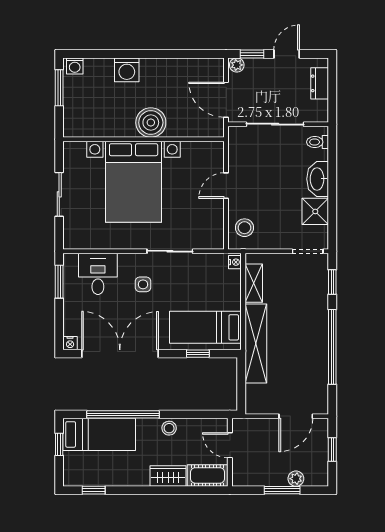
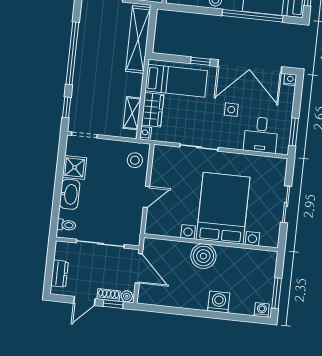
shoe rack: (259, 64) -> (108, 295), added
side table: (143, 284) -> (231, 110), moved
wardrobe: (230, 290) -> (153, 110), added
shelving: (256, 343) -> (138, 39), moved
window: (198, 354) -> (200, 61), moved

